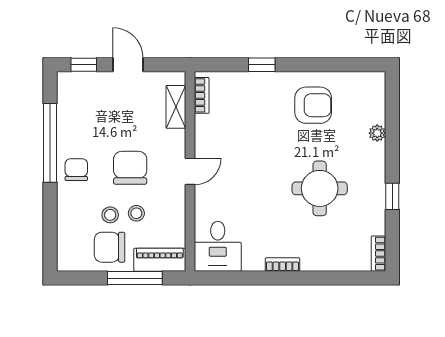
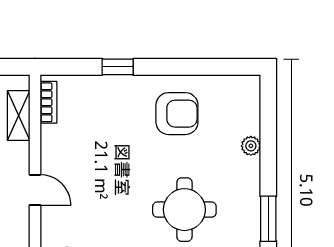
door: (190, 171) -> (35, 190), hinge flipped
window: (392, 196) -> (268, 219), width x1.50

